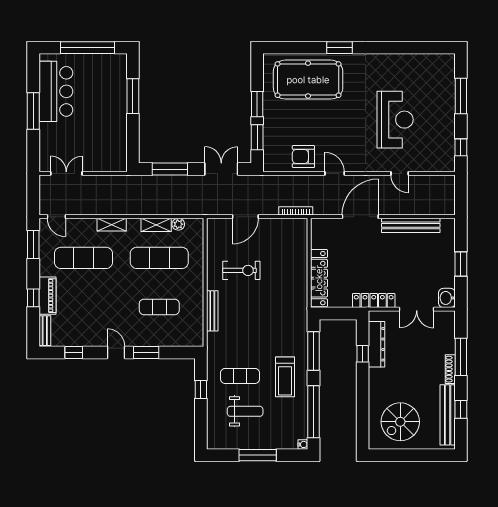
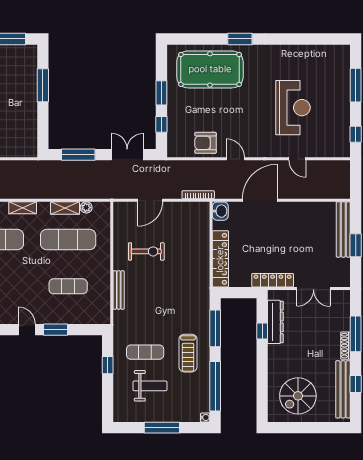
window: (257, 137) -> (161, 124), width x0.67
bench: (411, 225) -> (343, 229), moved, turned 90
washbasin: (447, 298) -> (220, 211), moved, turned 180

